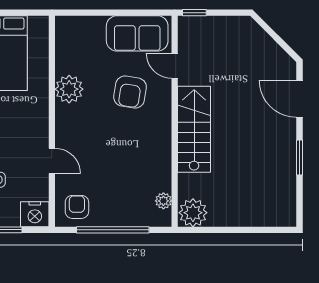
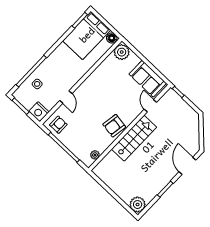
floor lamp: (38, 25) -> (112, 38), added
plant: (69, 89) -> (122, 52), moved
armchair: (130, 92) -> (114, 126), moved
plant: (193, 213) -> (138, 205), moved

